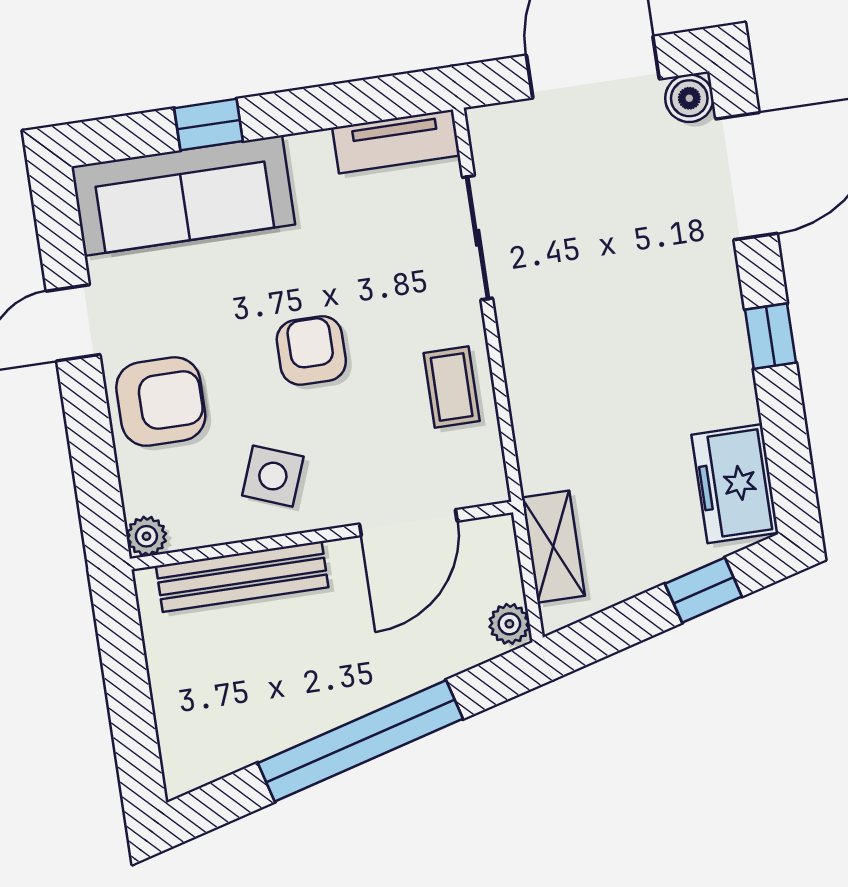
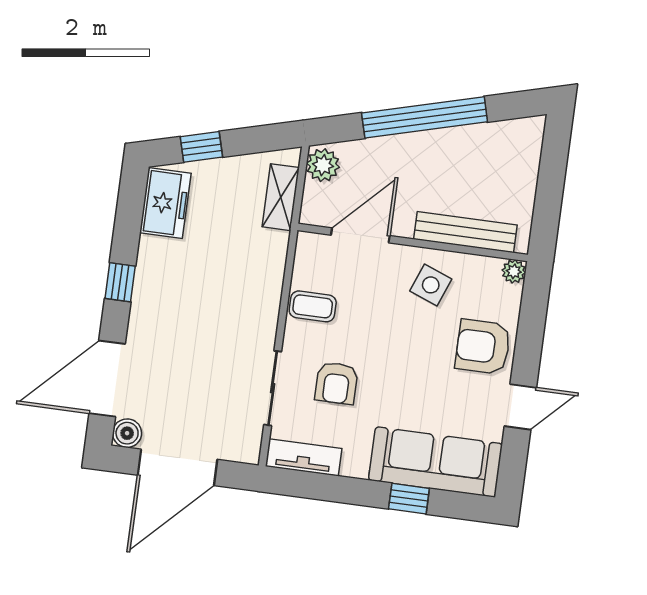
armchair: (311, 351) -> (336, 383), moved
coffee table: (452, 387) -> (313, 306), turned 90
plant: (509, 624) -> (323, 165), width x1.38, depth x1.38

